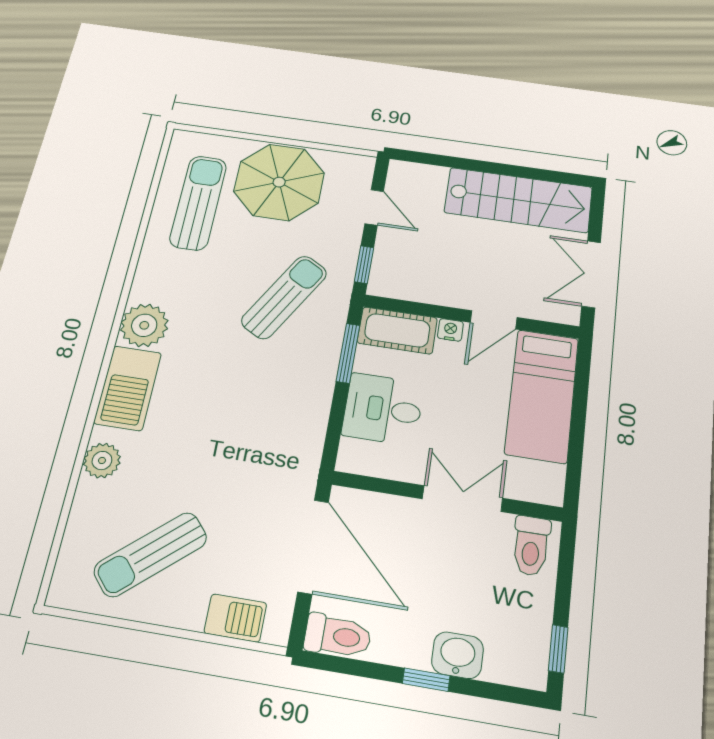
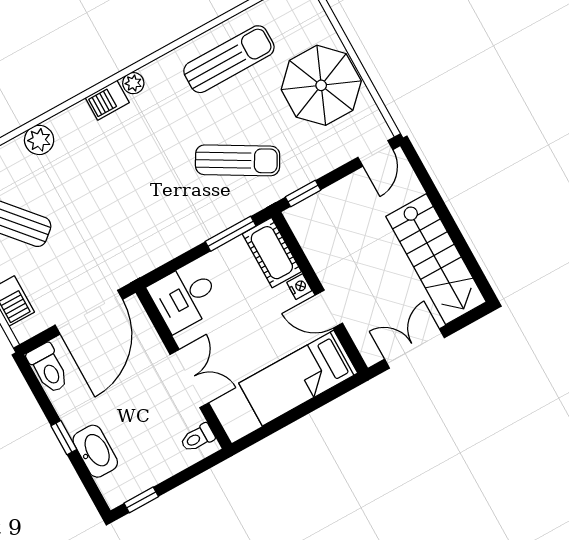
sun lounger: (198, 203) -> (229, 59), moved
door: (374, 207) -> (375, 153), moved
plant: (144, 325) -> (133, 83), width x0.53, depth x0.53
barbecue: (128, 388) -> (107, 100), width x0.53, depth x0.65
desk: (383, 409) -> (185, 297), moved, turned -90
toilet: (531, 546) -> (197, 438), width x0.73, depth x0.72
washbasin: (458, 655) -> (95, 451), width x1.38

